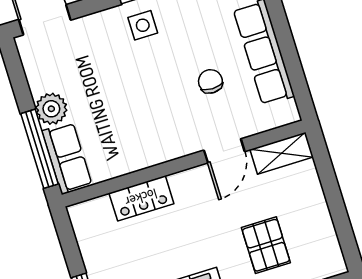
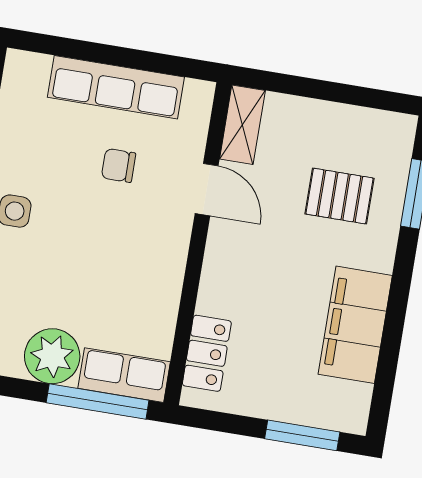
plant: (51, 109) -> (52, 356), width x1.36, depth x1.36
locker: (141, 198) -> (207, 353), moved

